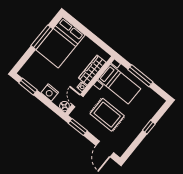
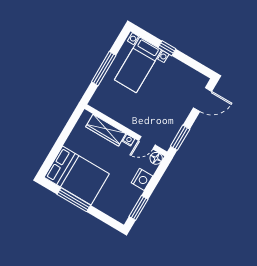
bed with nightstands: (119, 84) -> (138, 65), moved, turned 180
rug: (107, 115) -> (159, 103), removed

